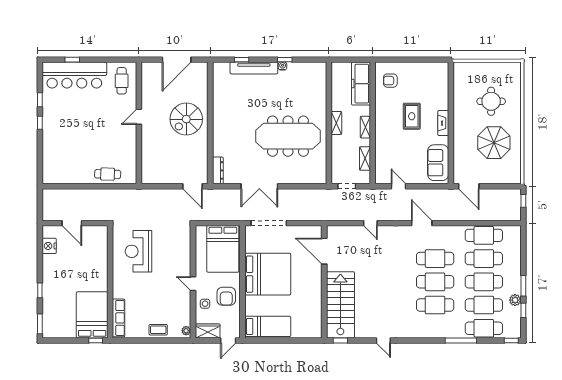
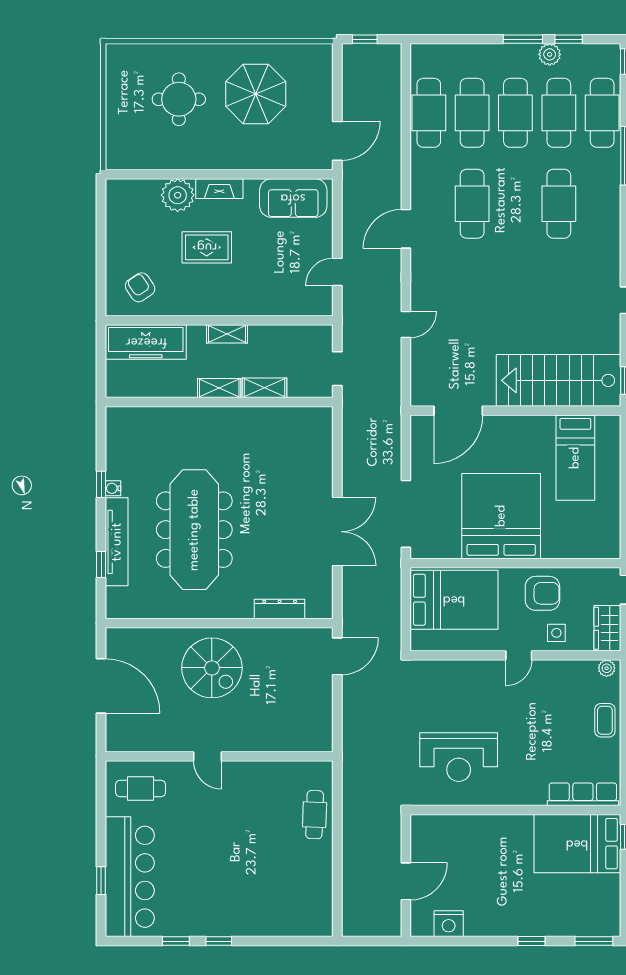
armchair: (390, 81) -> (140, 287), turned 146
plant: (440, 101) -> (178, 195), added
meeting table: (288, 136) -> (194, 530), moved
shelving: (365, 158) -> (265, 388), moved
dresser: (218, 170) -> (280, 609), moved
cafe table: (435, 282) -> (515, 204), removed
bed: (268, 326) -> (575, 458), moved, turned 180

